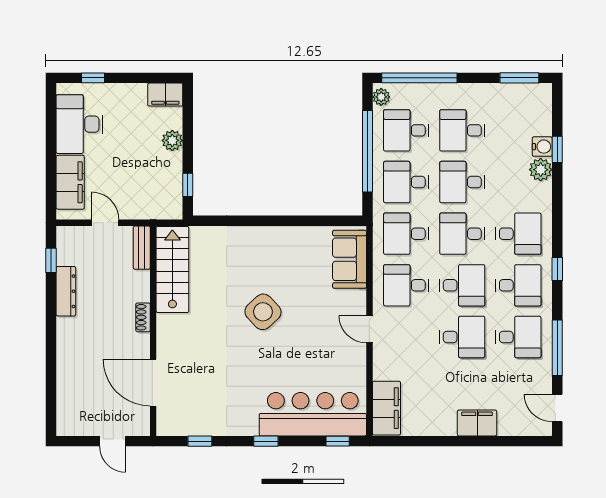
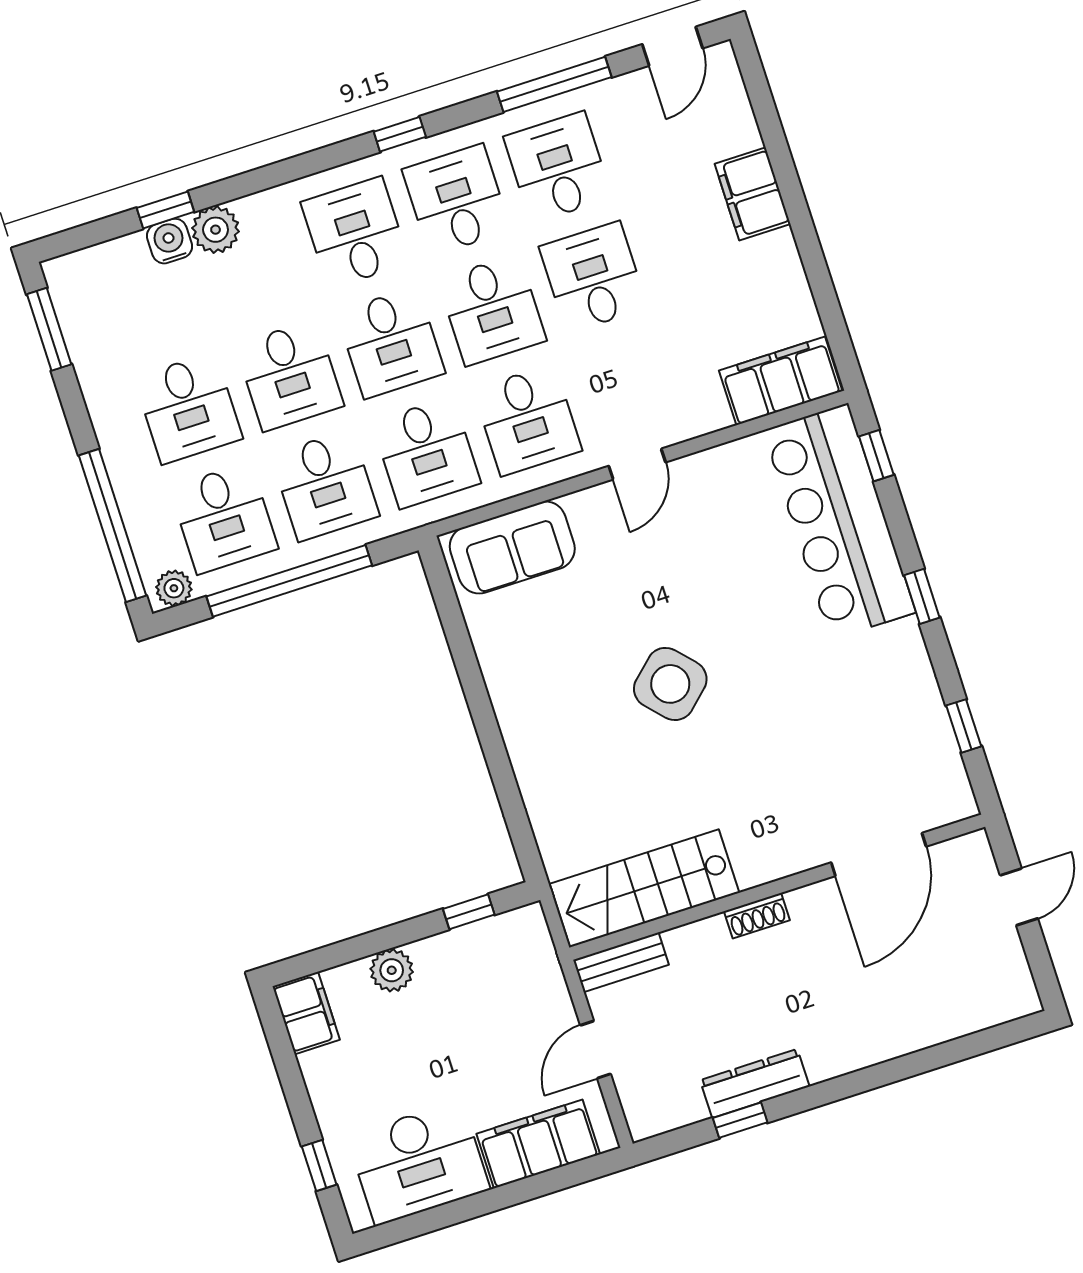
window: (51, 260) -> (740, 1120), moved
desk: (462, 285) -> (492, 310), turned 180

